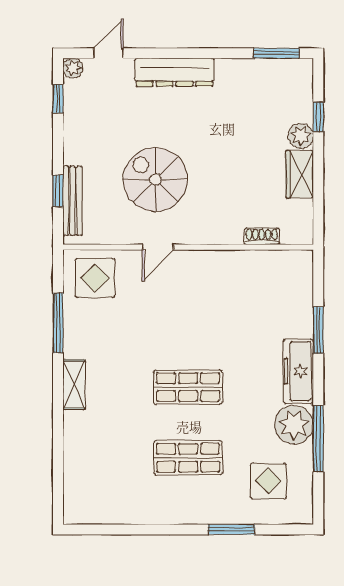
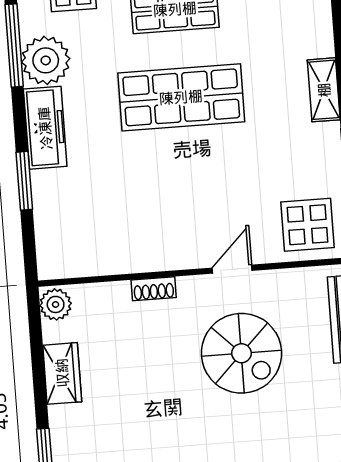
plant: (301, 136) -> (56, 304), moved
shoe rack: (262, 236) -> (154, 289), moved
shop shelf: (188, 387) -> (181, 97), width x1.43, depth x1.36

